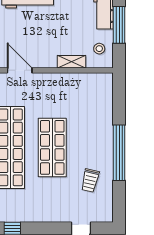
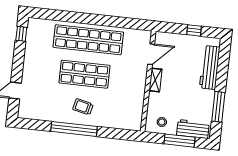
shelving: (71, 62) -> (155, 80), moved
trolley: (90, 181) -> (83, 107), moved

